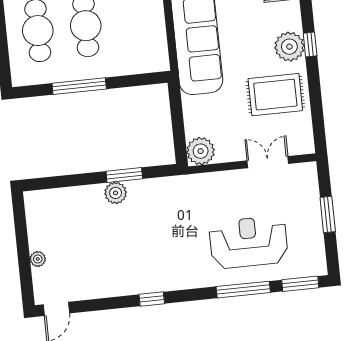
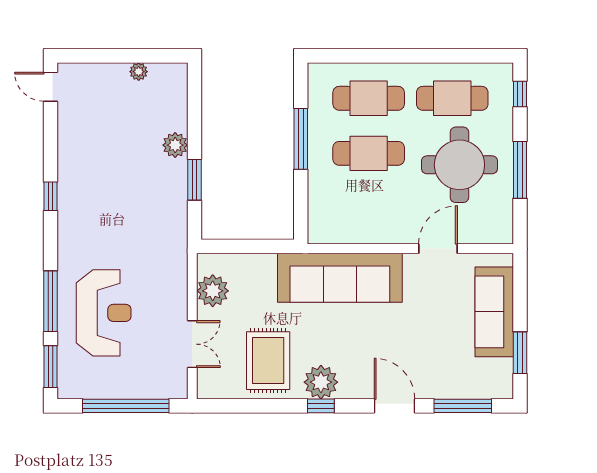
plant: (201, 151) -> (213, 291), moved
plant: (116, 193) -> (175, 145), moved
window: (328, 215) -> (126, 406), width x2.11
plant: (38, 259) -> (139, 72), moved

